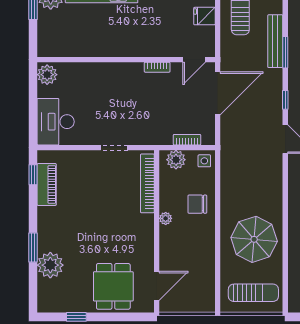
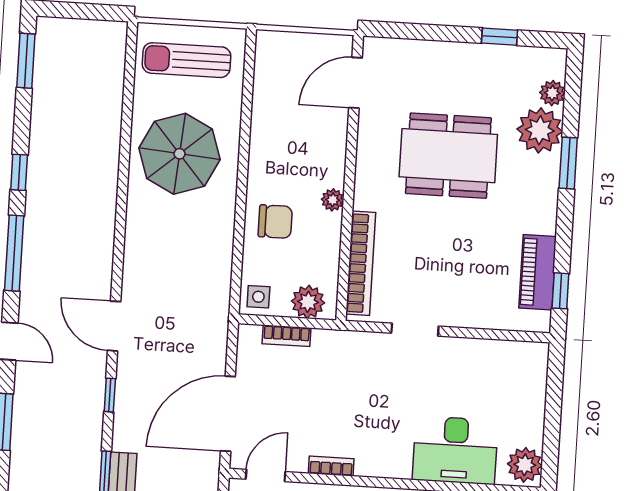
desk: (56, 122) -> (455, 450), moved, turned 90
dining table: (113, 286) -> (448, 156), moved, width x1.38
plant: (44, 287) -> (552, 93), added

